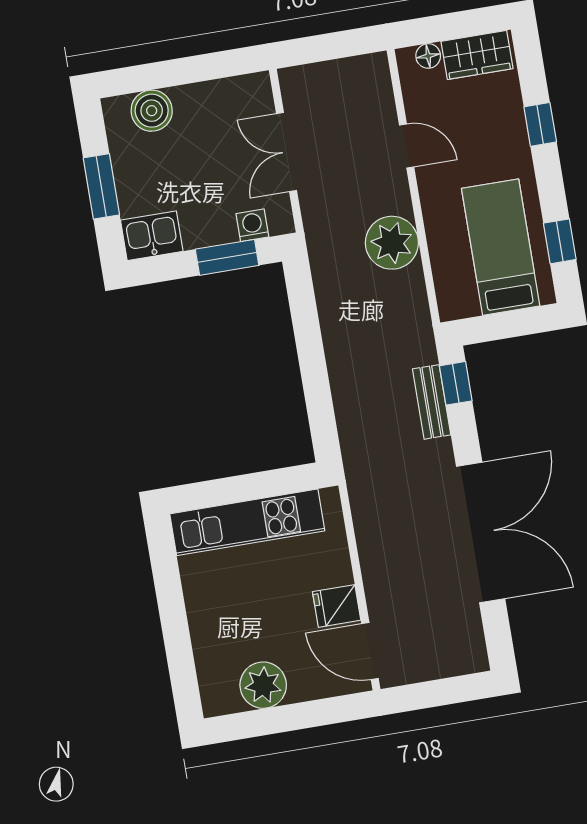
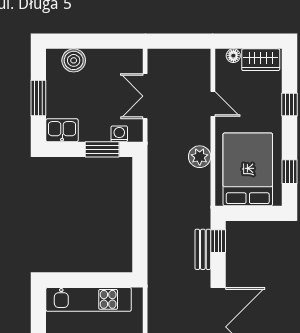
plant: (392, 243) -> (200, 157), width x0.73, depth x0.73
bed: (501, 247) -> (248, 169), width x1.50

